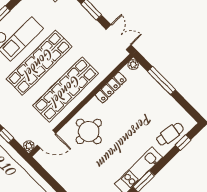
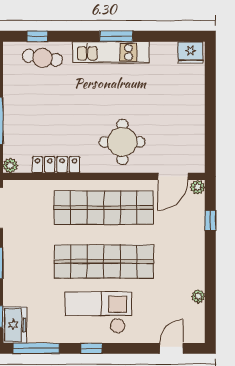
door: (47, 139) -> (173, 176), swing flipped

